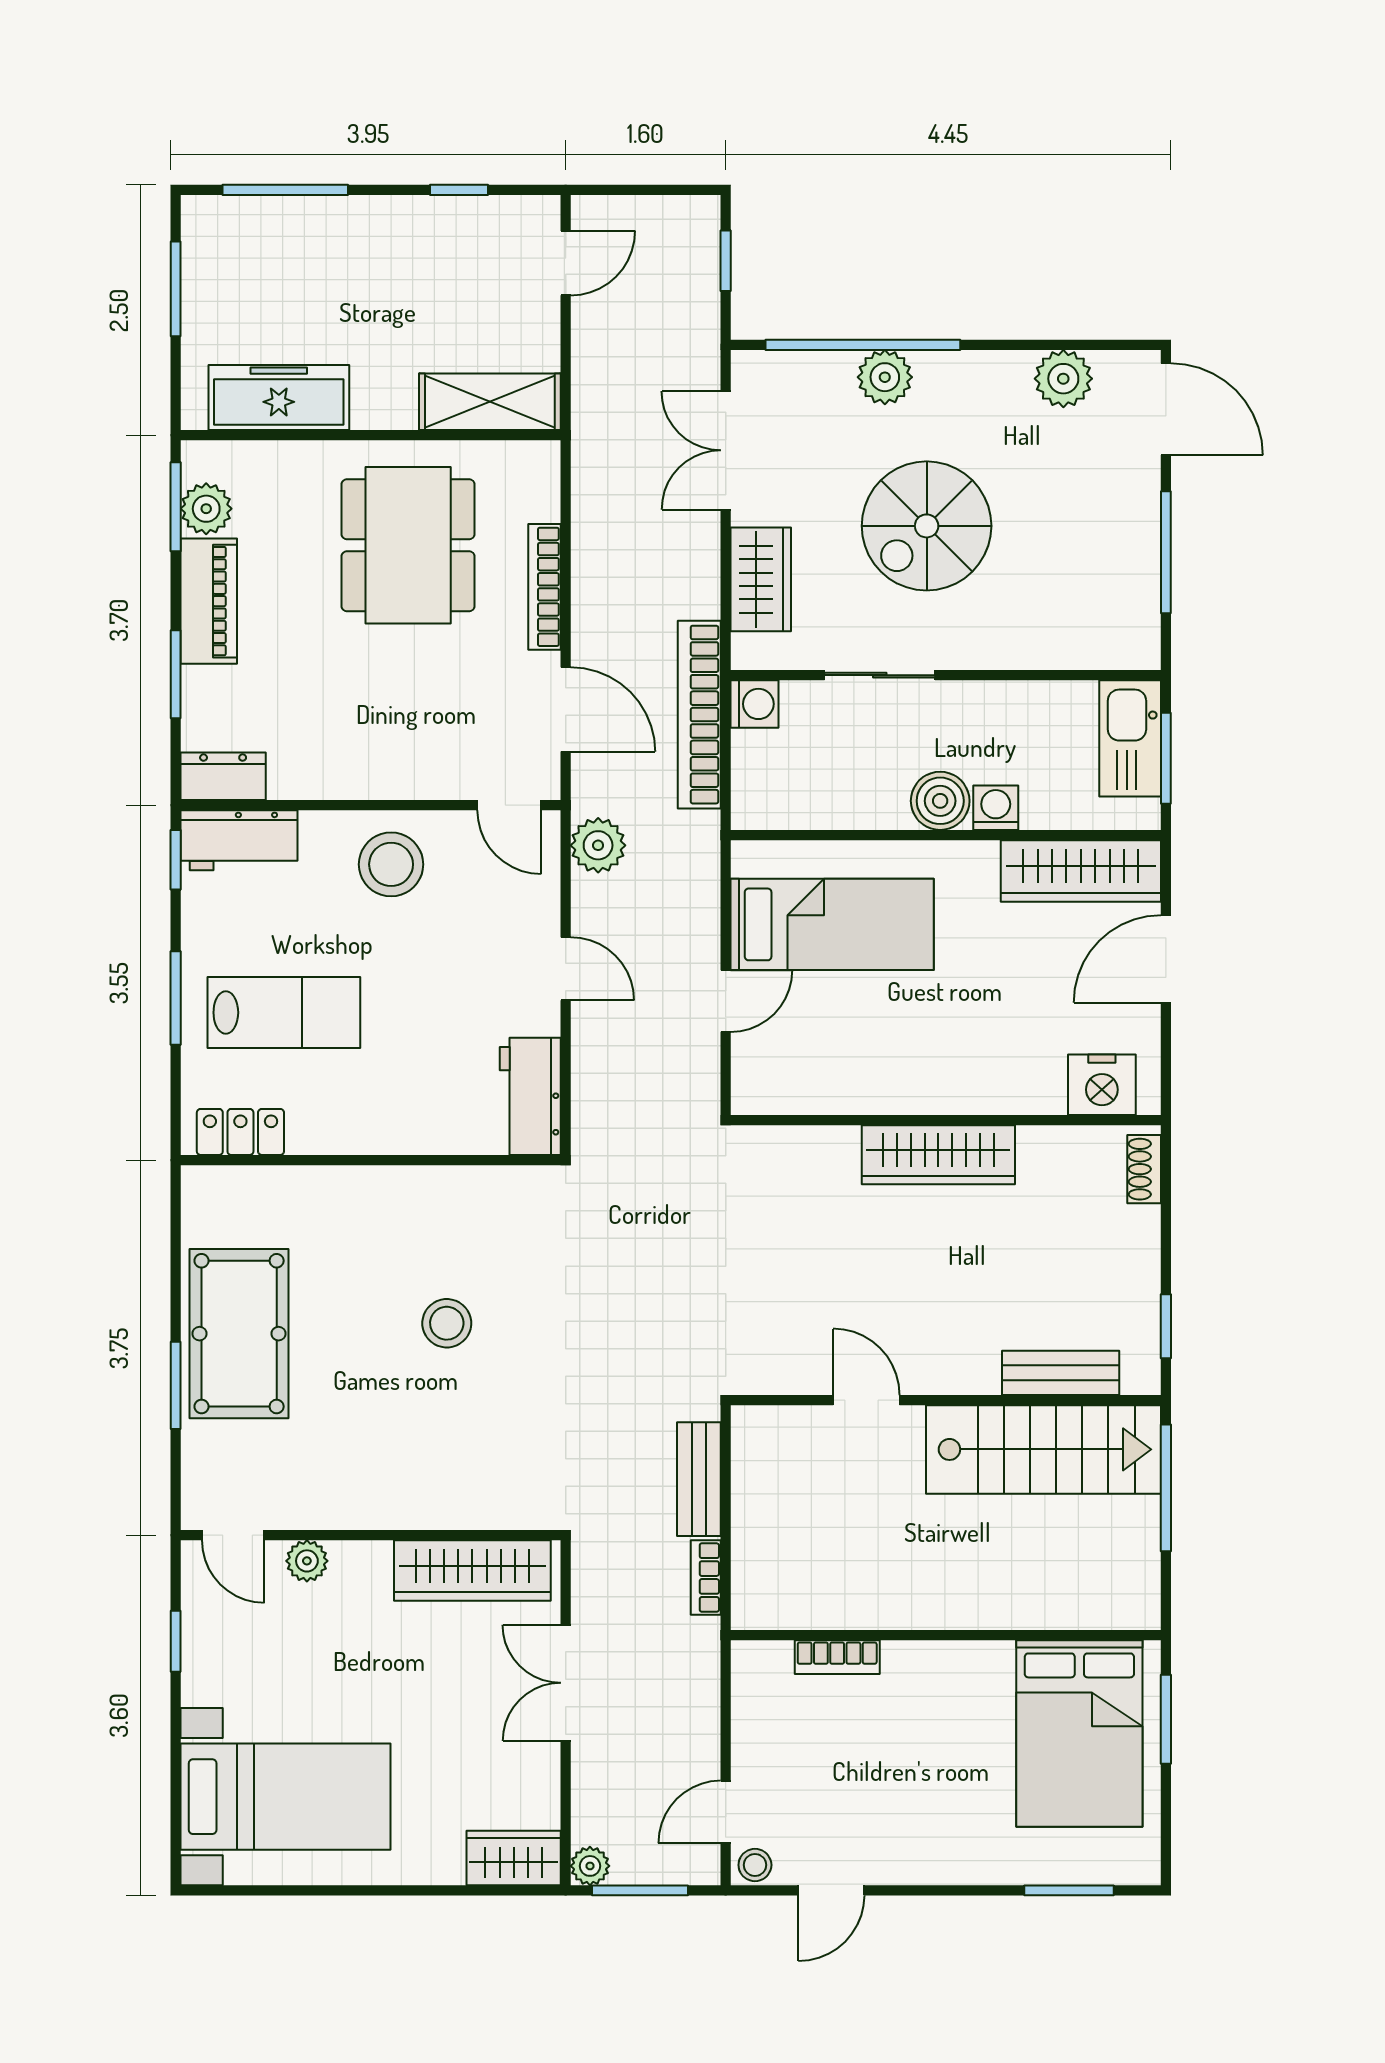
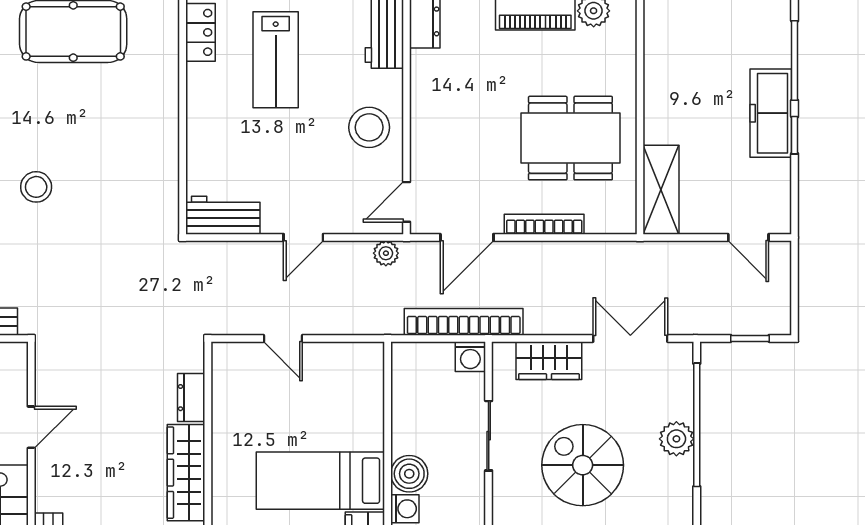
window: (459, 190) -> (795, 135), moved
freezer: (279, 397) -> (771, 113), moved, turned 180
plant: (598, 845) -> (386, 253), width x0.73, depth x0.73
bed: (832, 924) -> (320, 481), moved, turned 90
dresser: (819, 1147) -> (191, 398), added
stool: (447, 1323) -> (36, 187), moved

